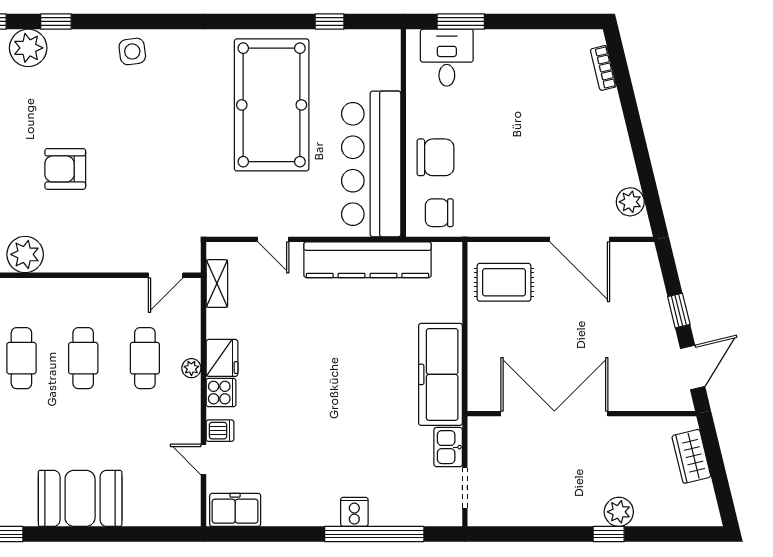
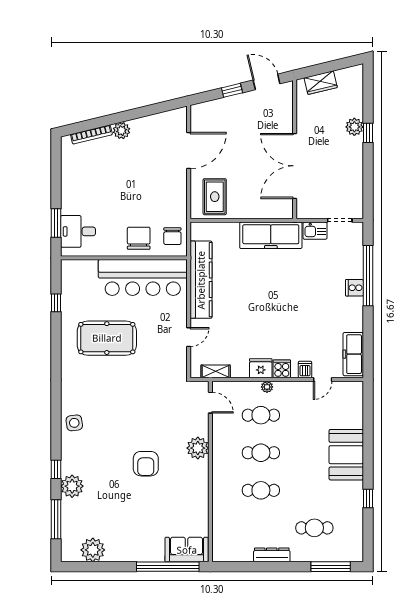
bookcase: (603, 68) -> (91, 134), width x1.56
pool table: (272, 105) -> (107, 338), width x0.73, depth x0.76
plant: (630, 202) -> (122, 131), moved
plant: (25, 254) -> (198, 448), moved
freezer: (235, 510) -> (353, 354), width x1.40

